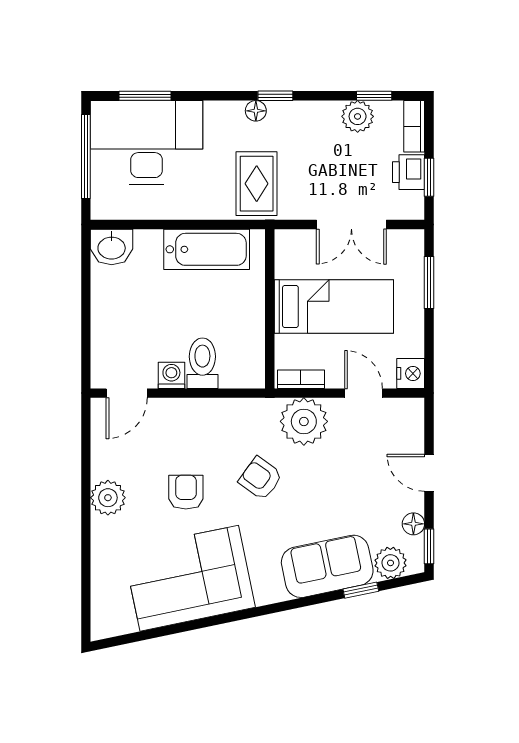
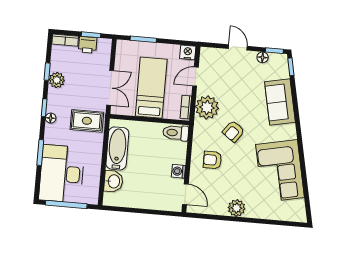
window: (145, 96) -> (40, 153), moved
window: (374, 96) -> (47, 72), moved
plant: (358, 116) -> (57, 80), moved
double door: (351, 225) -> (110, 88), moved
washbasin: (112, 247) -> (113, 181), moved
toilet: (202, 363) -> (176, 133), moved
door: (429, 473) -> (238, 47), swing flipped
armchair: (186, 492) -> (212, 160), moved
plant: (391, 563) -> (281, 70), removed
window: (361, 590) -> (291, 67), moved

